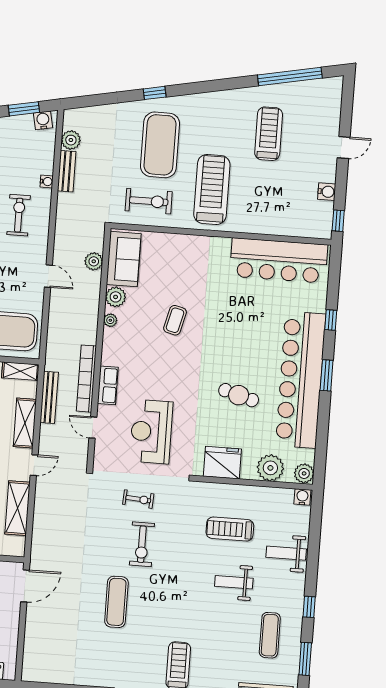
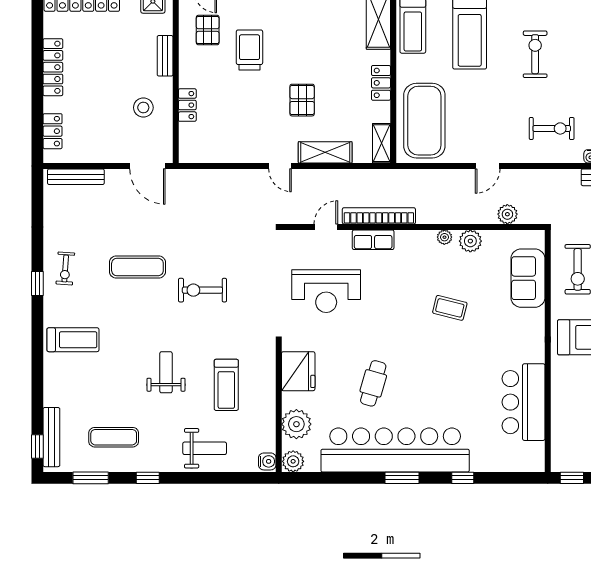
sofa: (124, 259) -> (528, 278), moved, turned 90
bar counter: (279, 260) -> (524, 402), width x0.73
bench: (49, 397) -> (76, 177), moved
reception desk: (151, 432) -> (326, 291), turned 180
exercise bike: (138, 499) -> (65, 268), moved
shelving: (18, 508) -> (232, 151), removed
treadmill: (230, 529) -> (226, 385), turned 180
weight bench: (286, 553) -> (205, 448), turned 90
weight bench: (234, 582) -> (166, 372), moved

